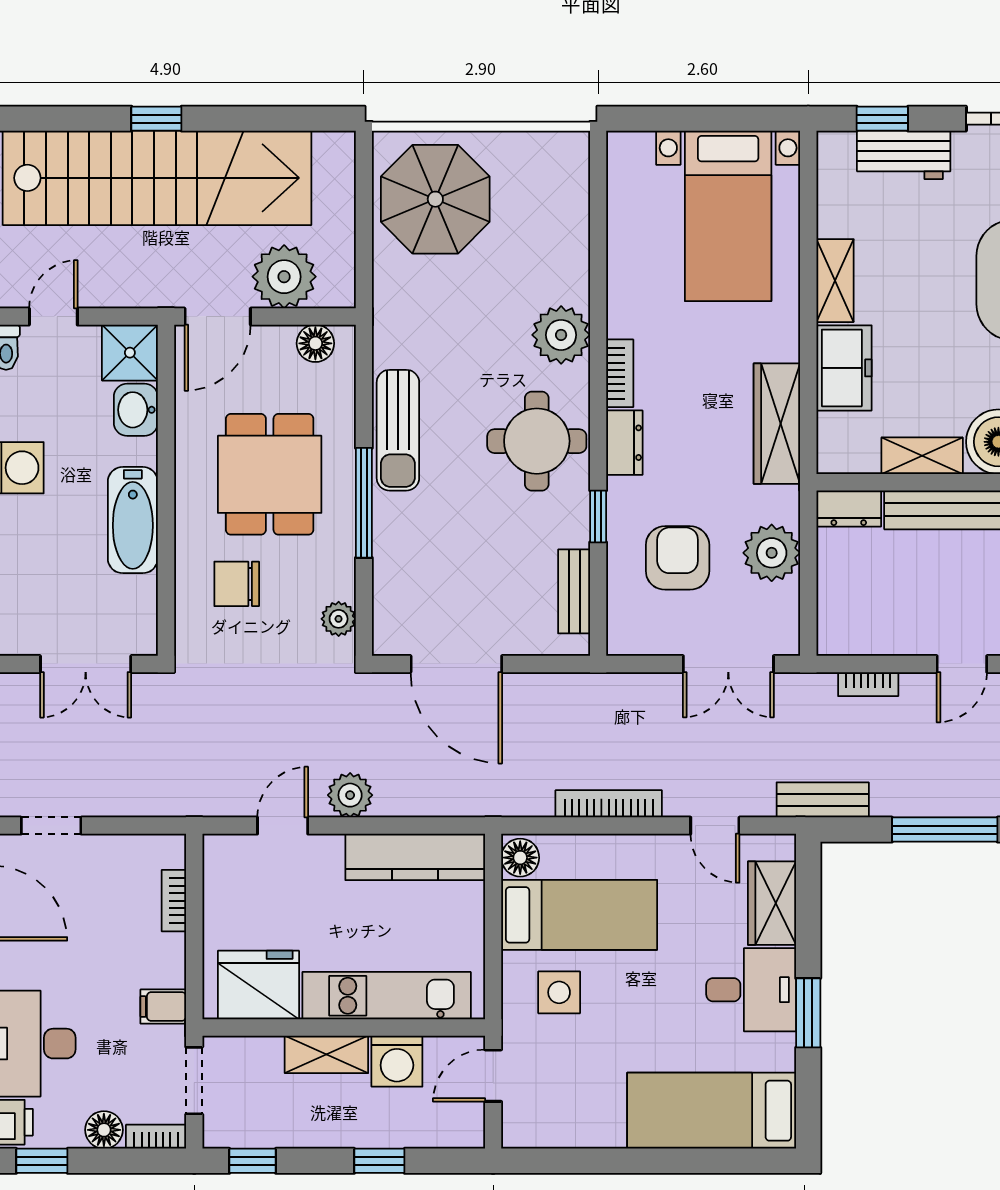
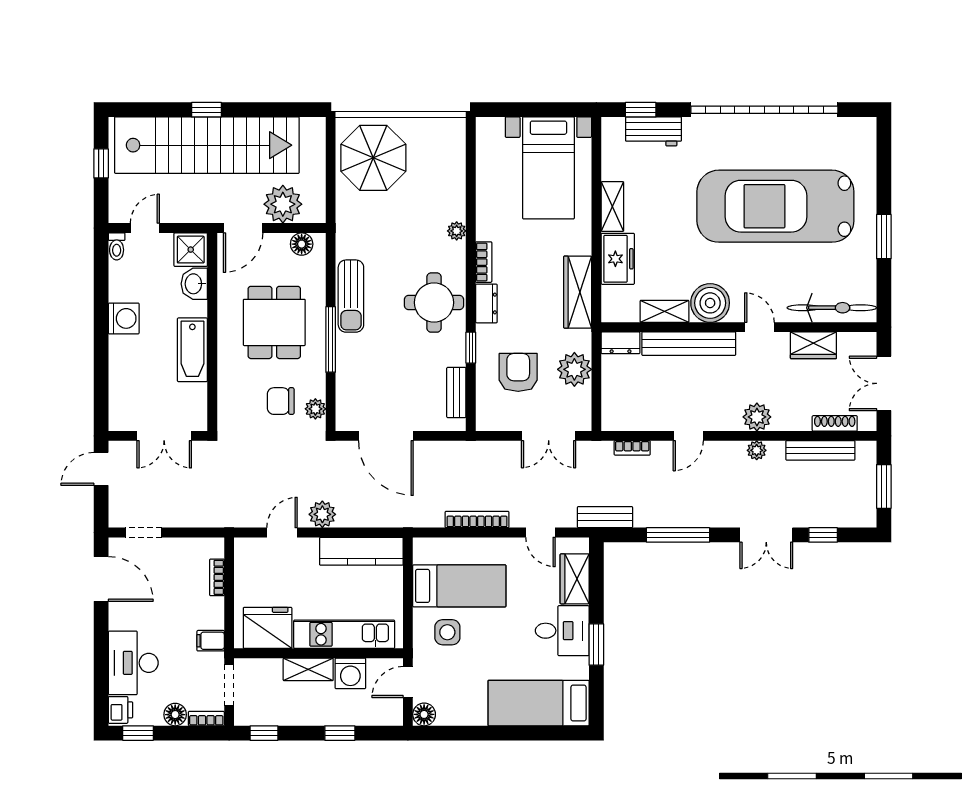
plant: (561, 335) -> (457, 231), width x0.53, depth x0.53
chair: (237, 584) -> (281, 401), moved
floor lamp: (520, 858) -> (424, 714), moved

